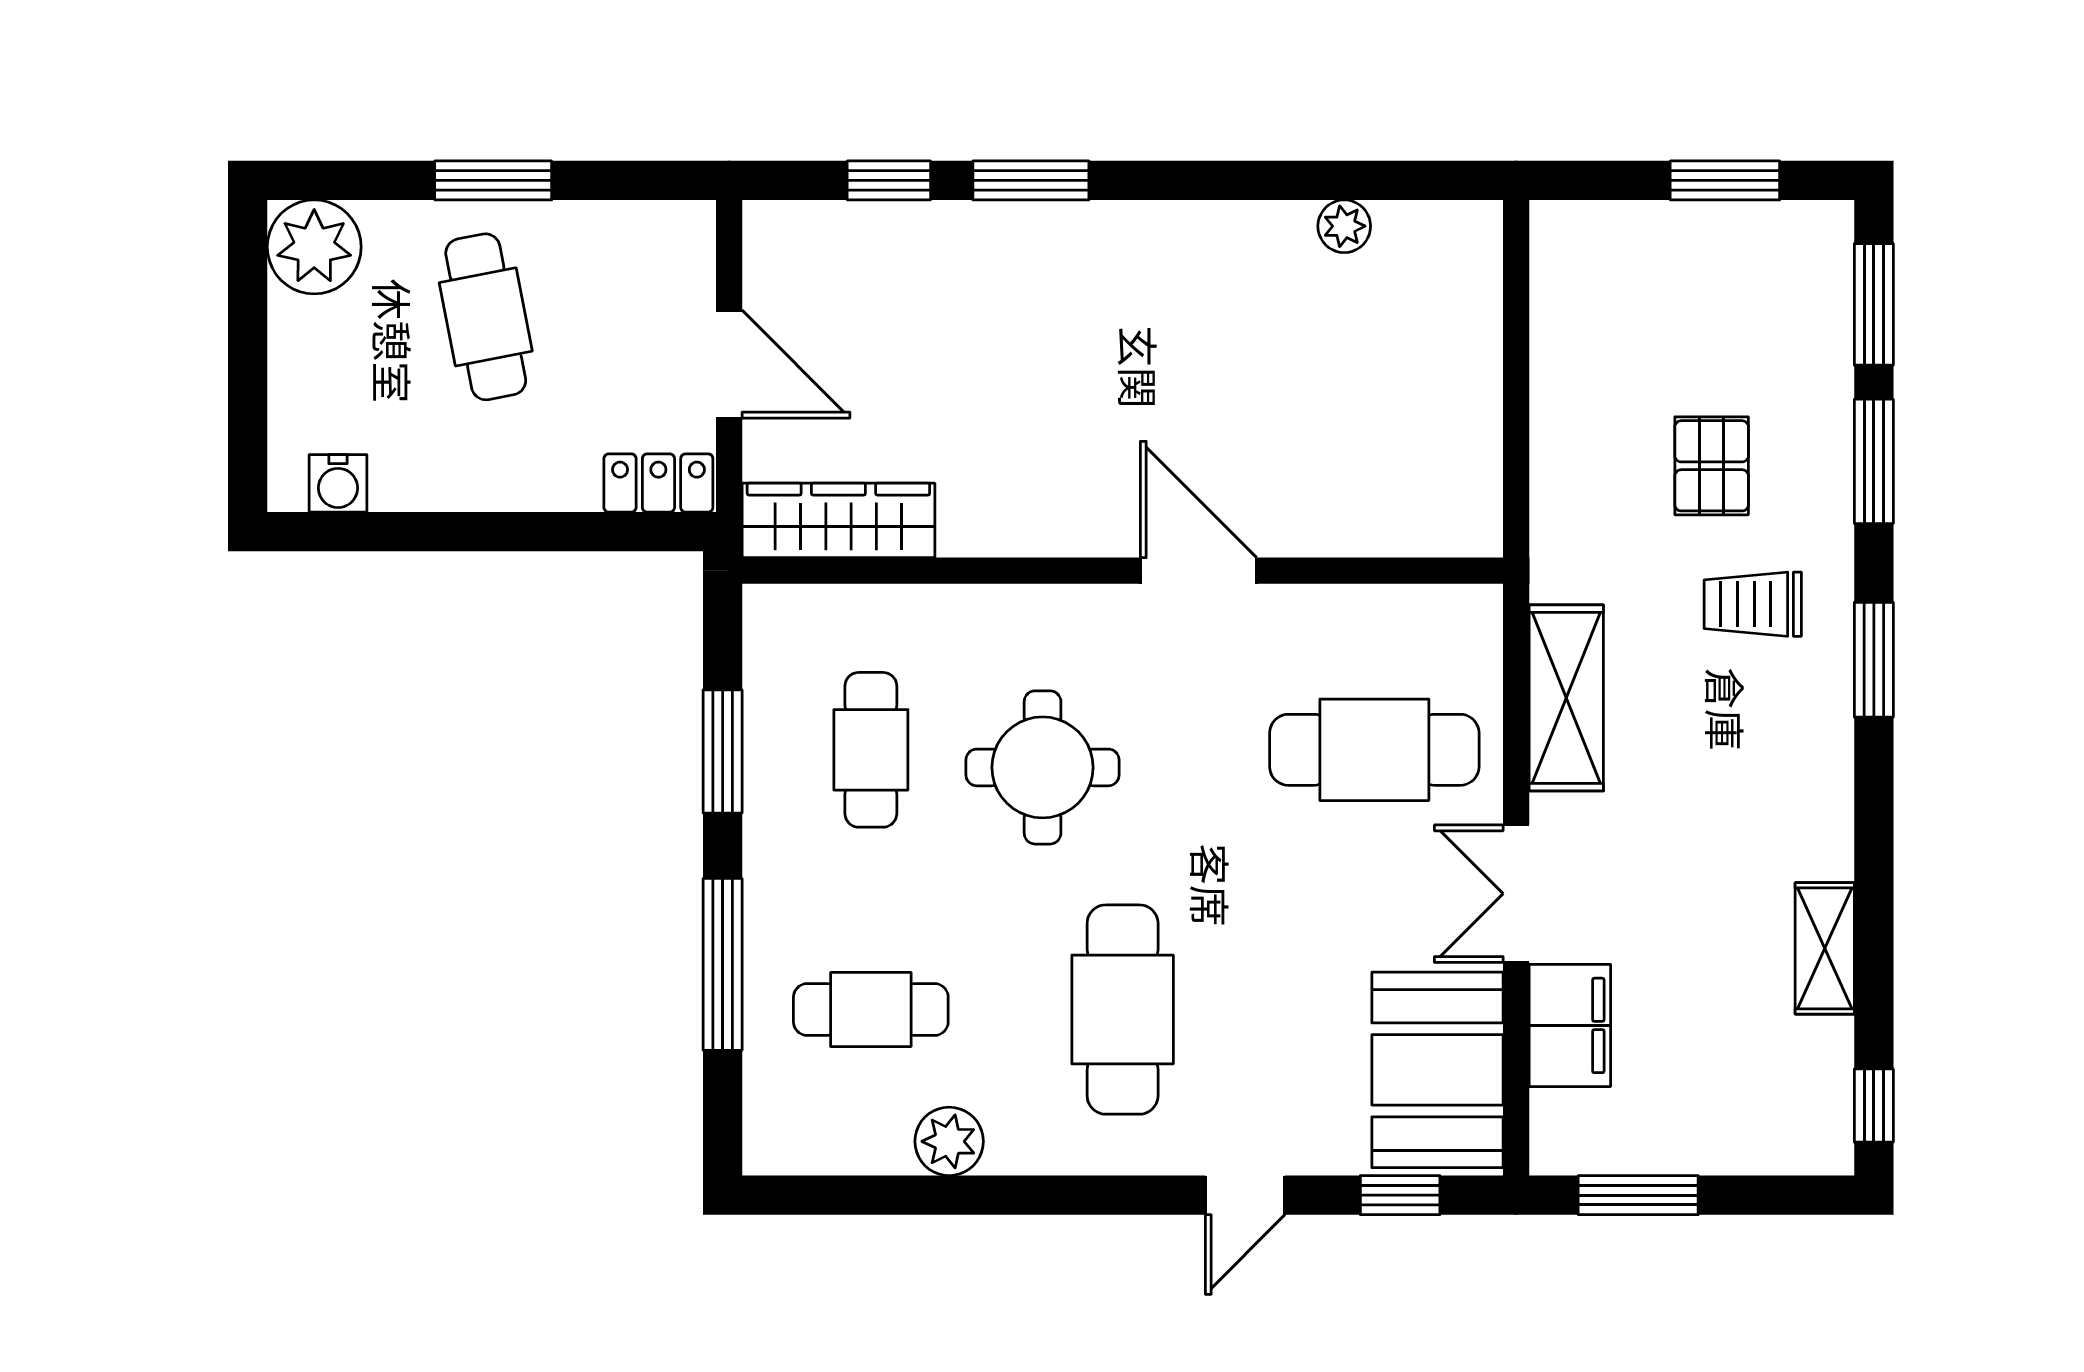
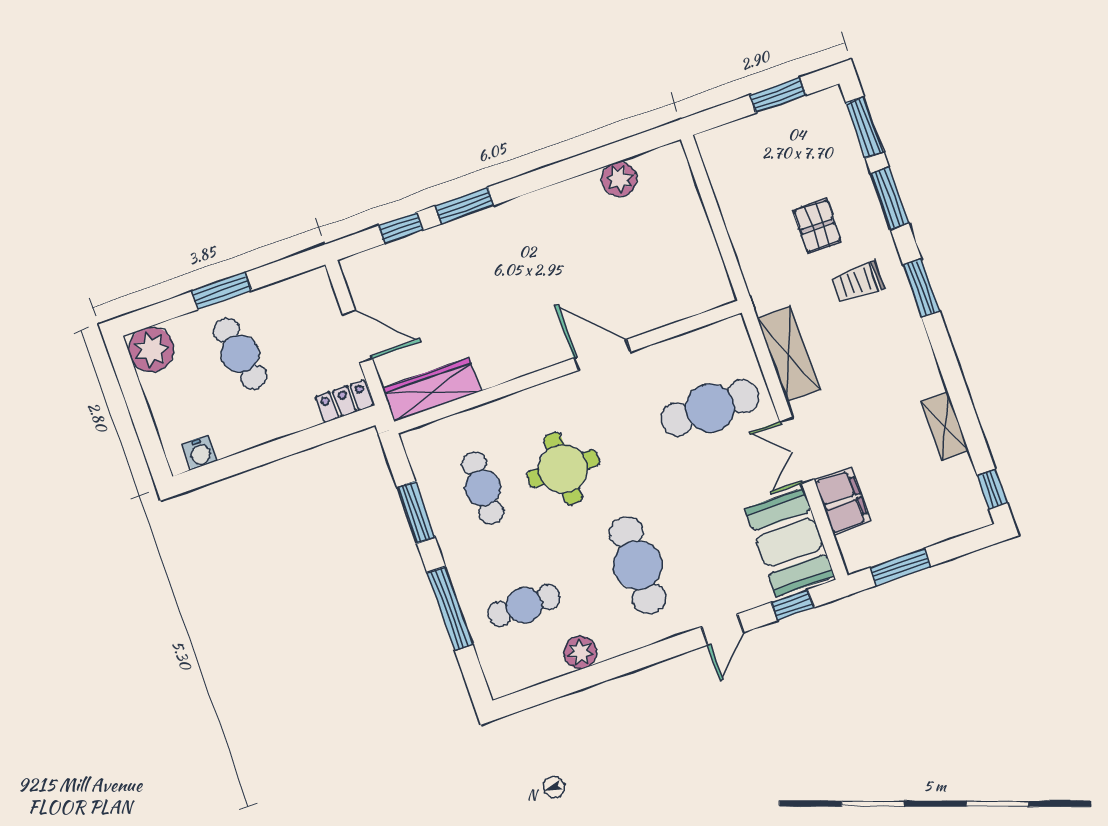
plant: (1344, 226) -> (619, 179), width x1.38, depth x1.38

